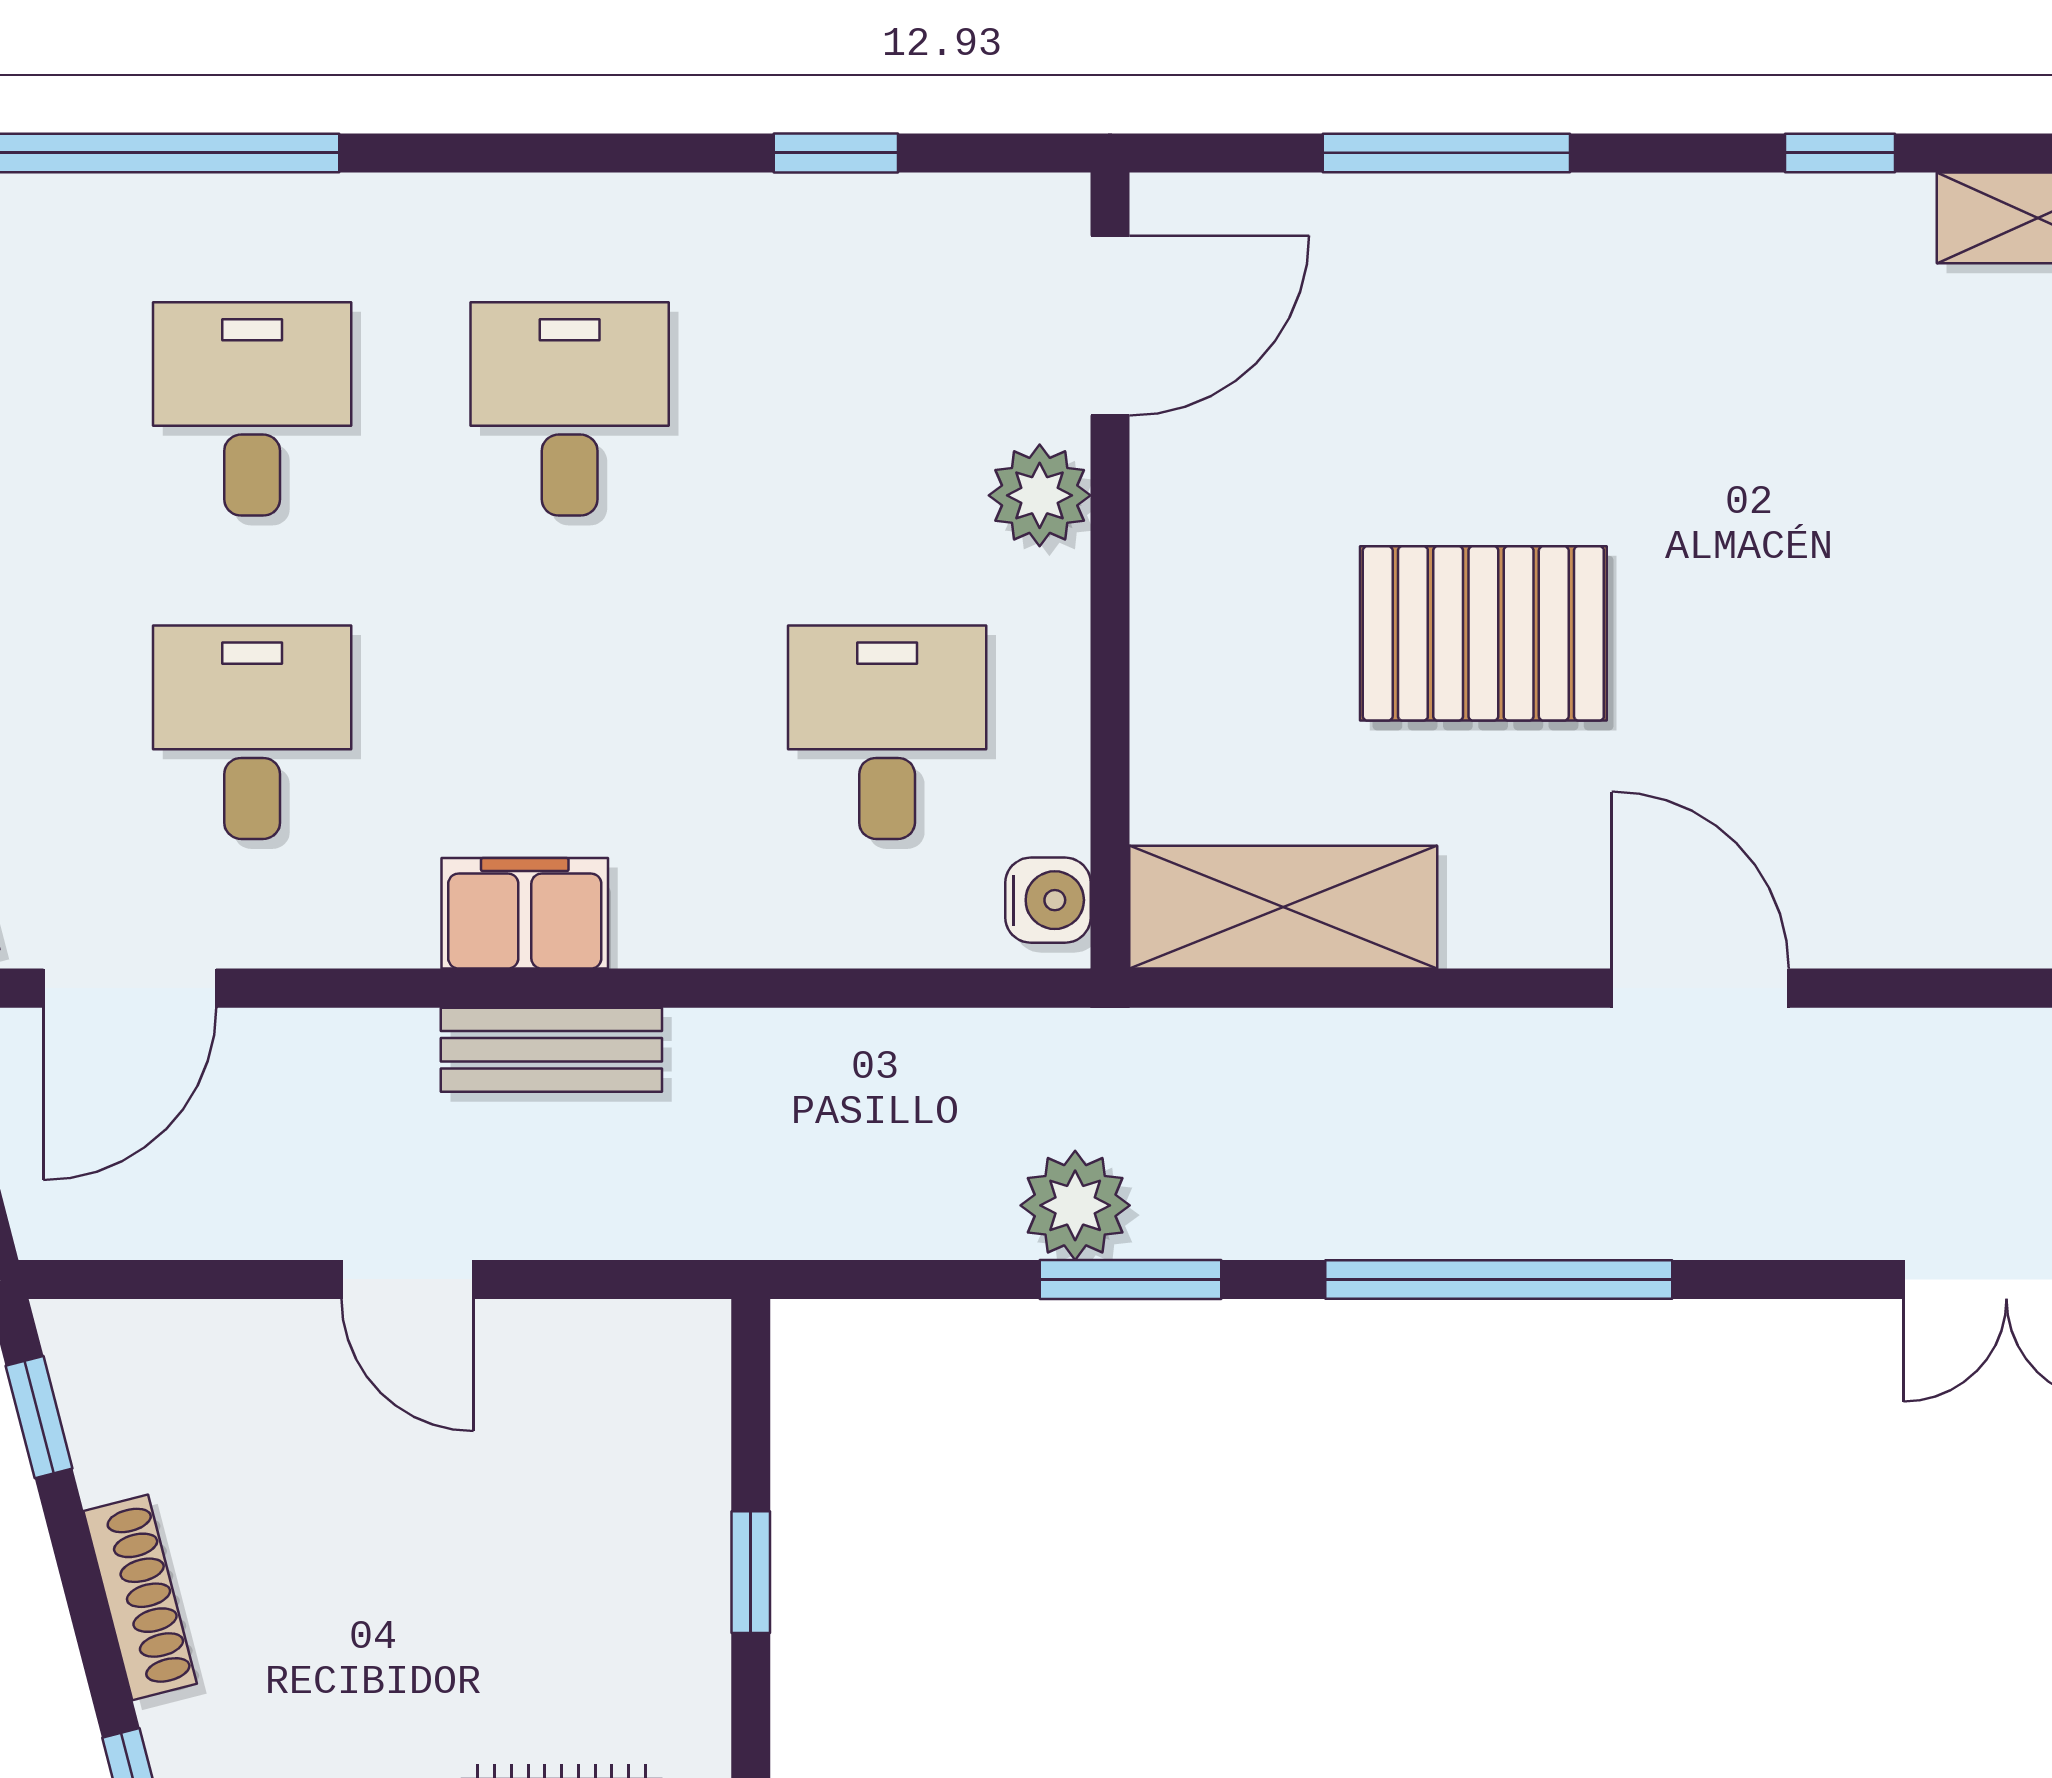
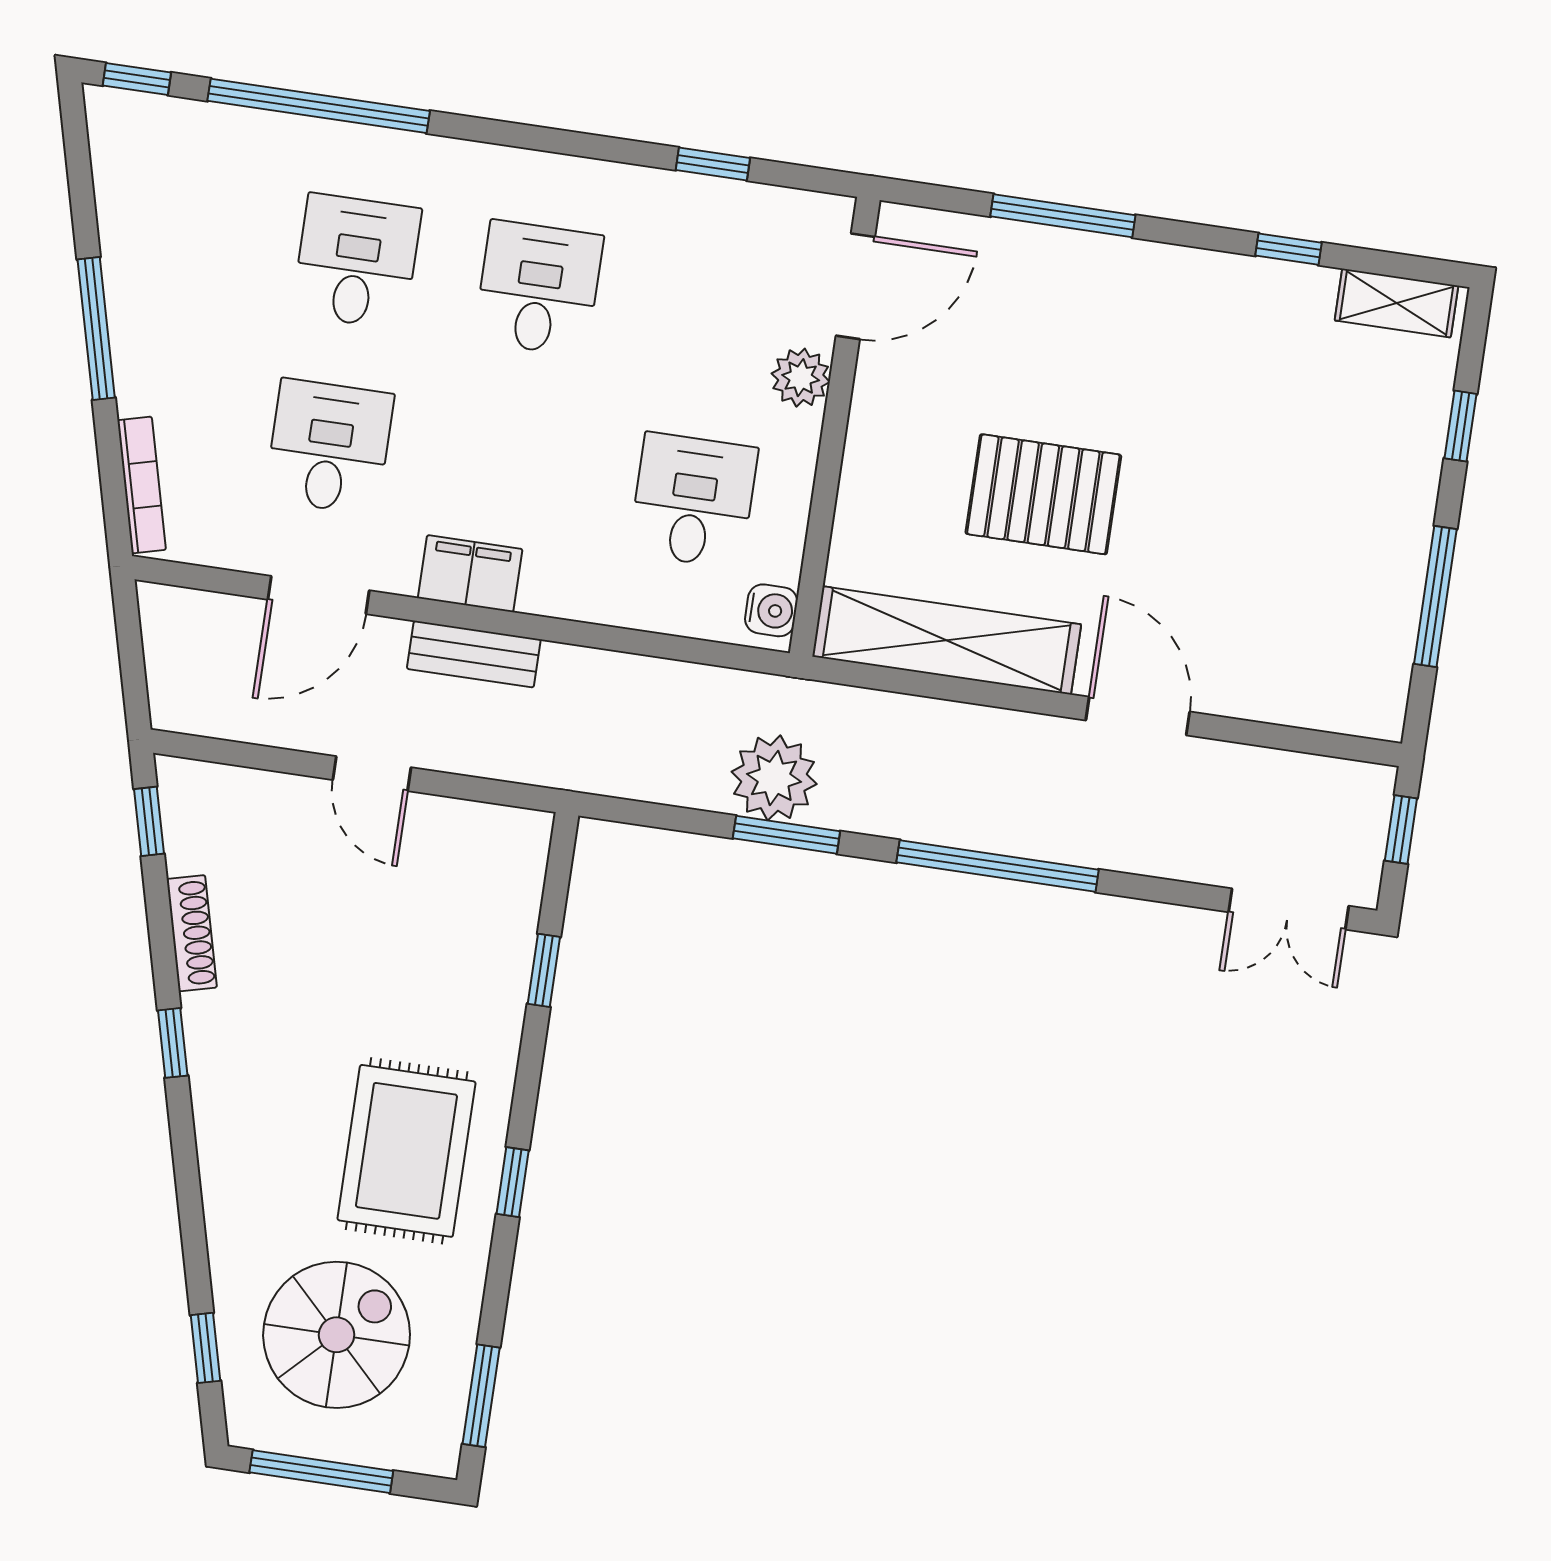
shelving: (1283, 907) -> (947, 640), width x1.47
door: (130, 988) -> (318, 595), moved
plant: (1075, 1205) -> (774, 778), width x1.36, depth x1.36

